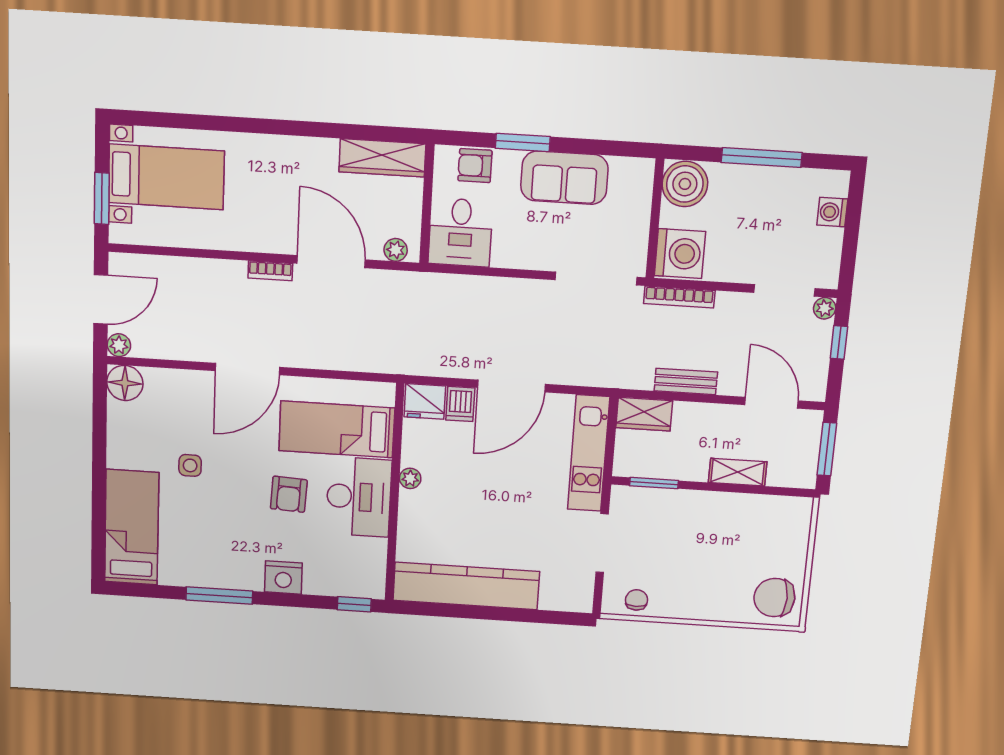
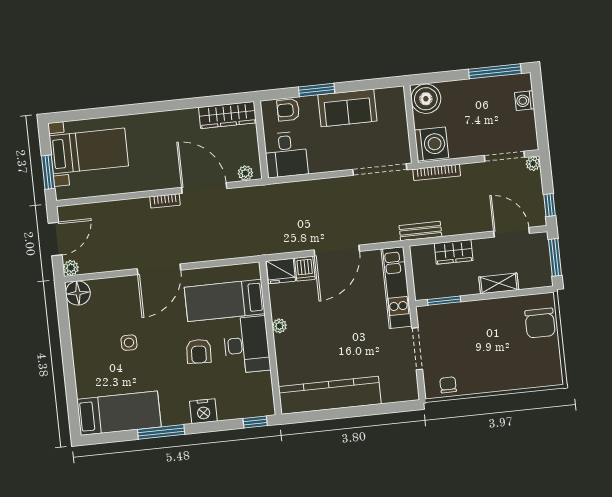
window: (762, 157) -> (495, 71), moved
window: (839, 342) -> (549, 205), moved
bench: (686, 381) -> (420, 231), moved
wardrobe: (644, 414) -> (454, 252), moved
bed: (132, 527) -> (119, 413), moved, turned 90
chair: (774, 598) -> (540, 323), moved, turned -90

